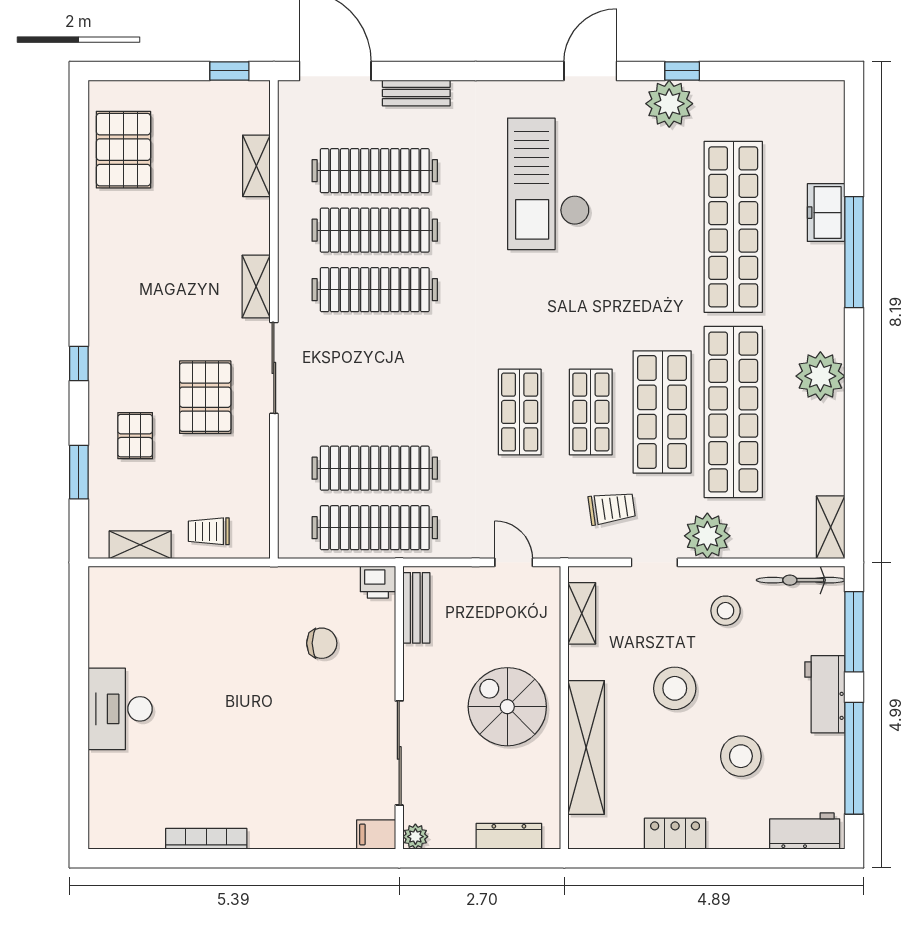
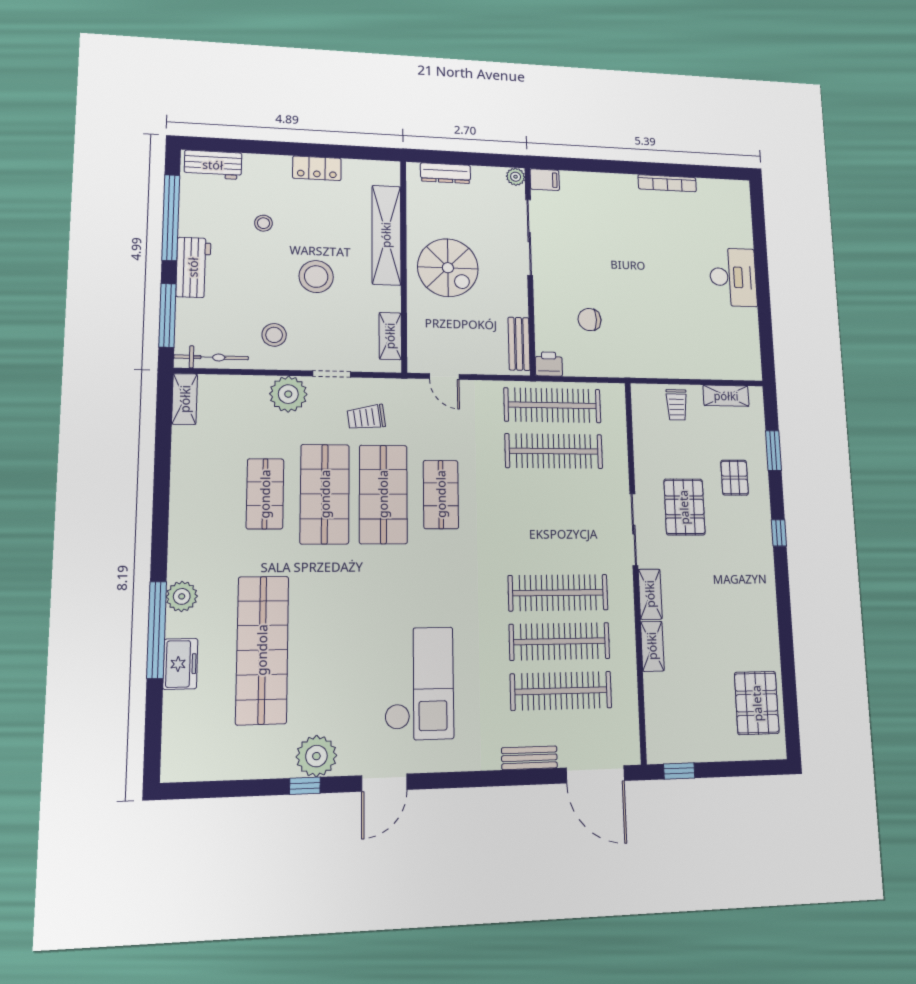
shelving: (256, 166) -> (652, 646), moved
plant: (820, 376) -> (182, 596), moved, width x0.73, depth x0.73
shop shelf: (591, 412) -> (383, 494), width x1.43, depth x1.36
shop shelf: (733, 412) -> (265, 494), width x0.50, depth x0.74
trolley: (209, 531) -> (677, 405), turned 90
stool: (741, 756) -> (263, 223), width x0.53, depth x0.53

